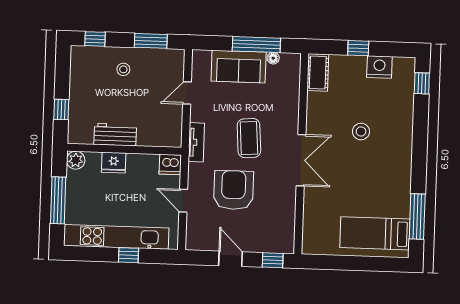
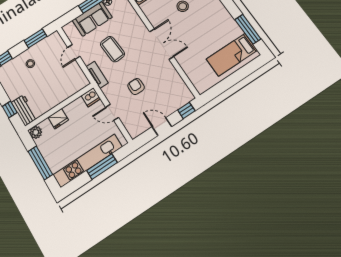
workbench: (115, 135) -> (24, 110), moved, turned 90
coffee table: (249, 138) -> (112, 49), moved
armchair: (234, 190) -> (136, 86), width x0.53, depth x0.53
window: (129, 255) -> (102, 166), width x2.17

